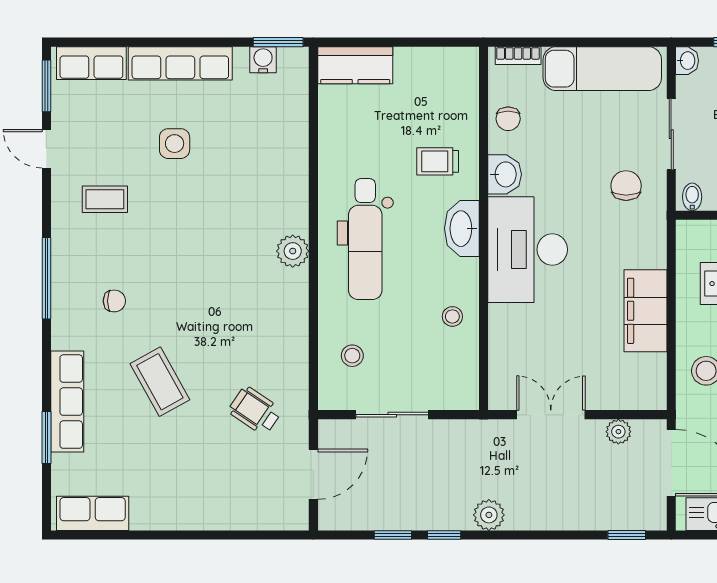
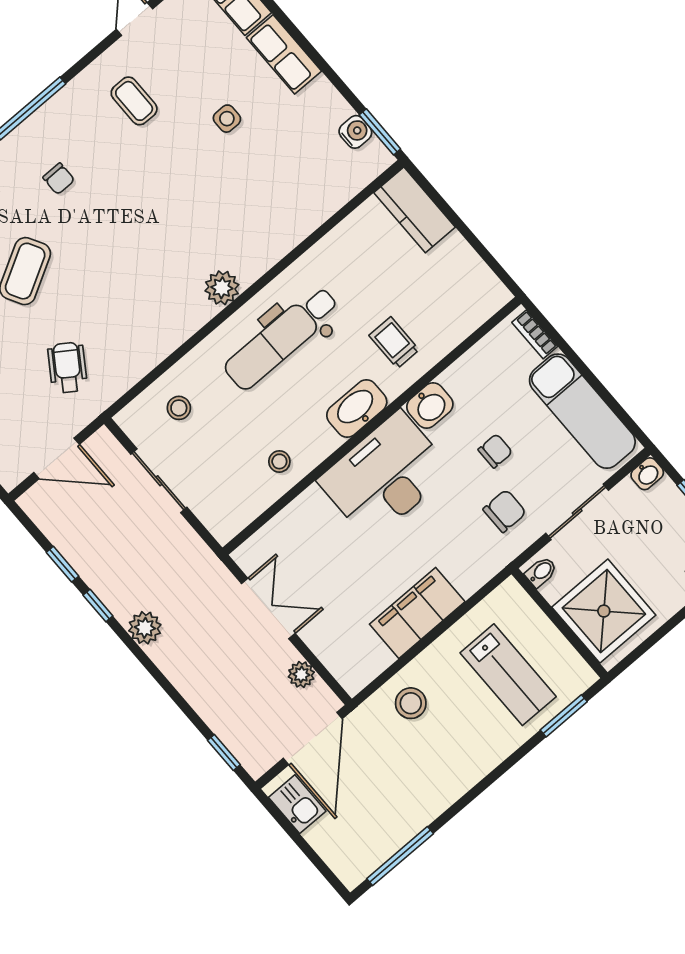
row of seats: (180, 63) -> (284, 54), width x0.68
chair: (508, 119) -> (495, 451), moved, turned 180
side table: (175, 144) -> (227, 119), width x0.73, depth x0.73

